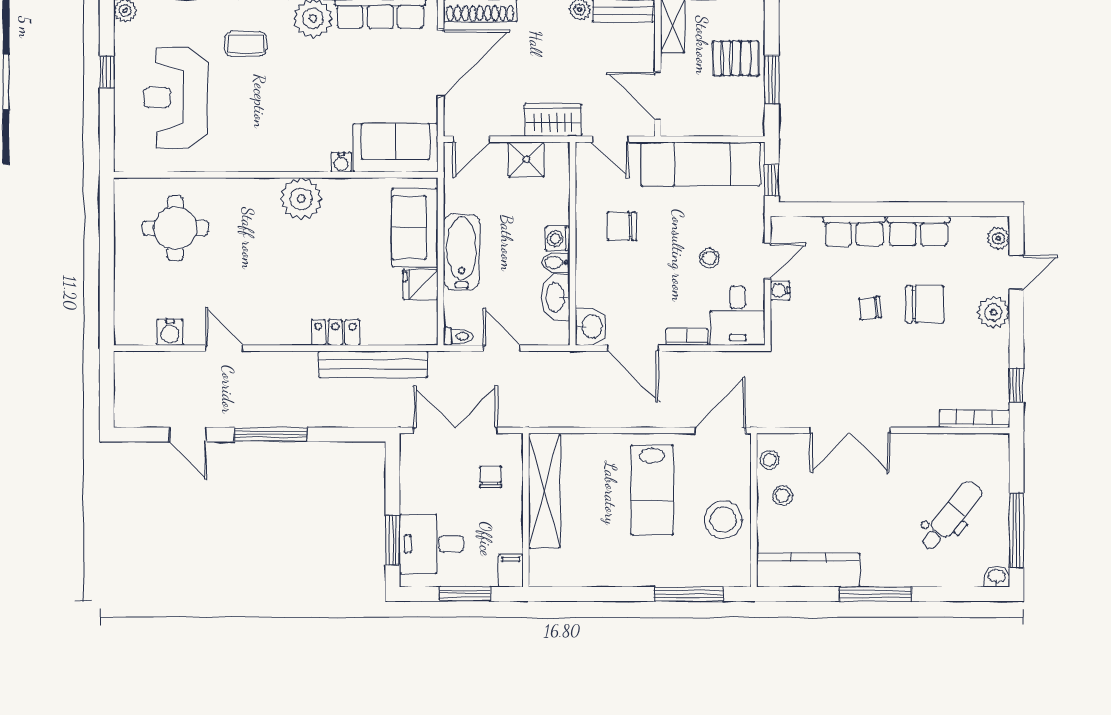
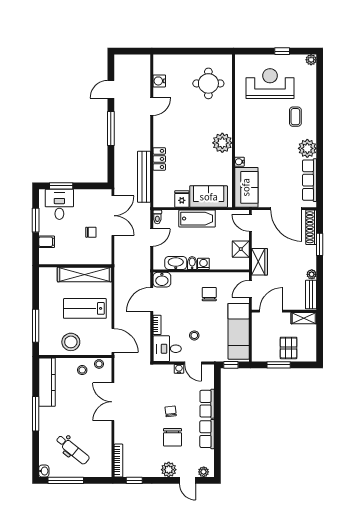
shelving: (544, 491) -> (85, 274), moved
wall: (526, 510) -> (75, 266), moved

